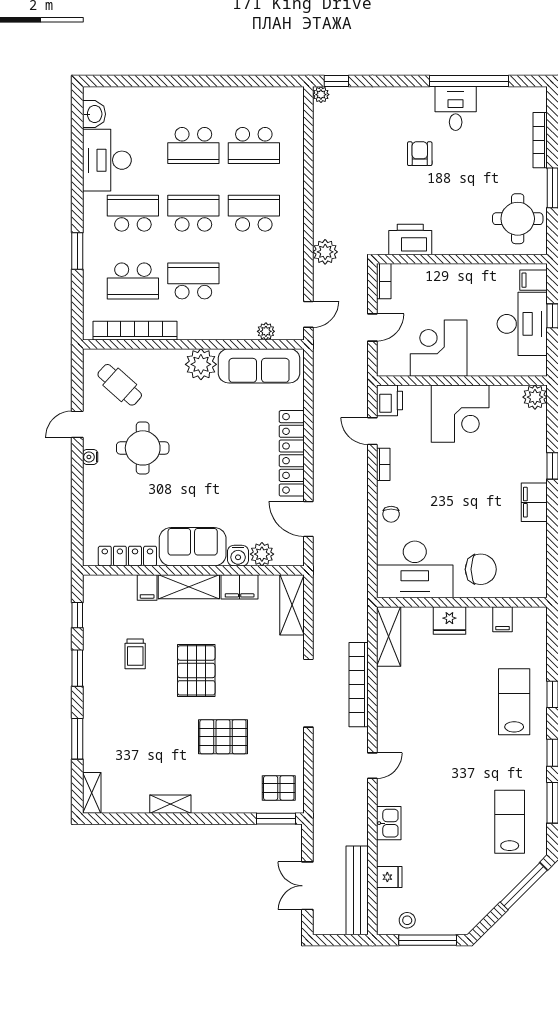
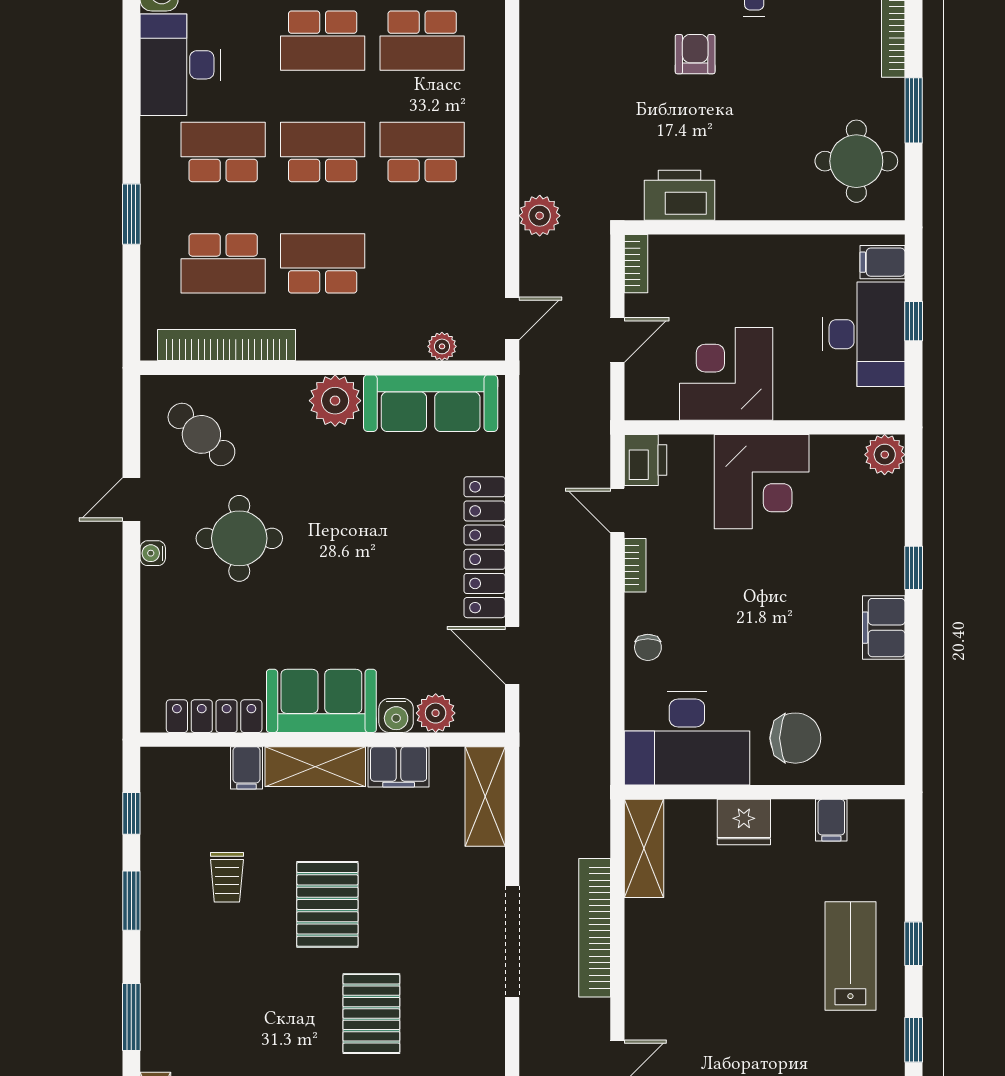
pallet: (223, 737) -> (371, 1014), turned 90

